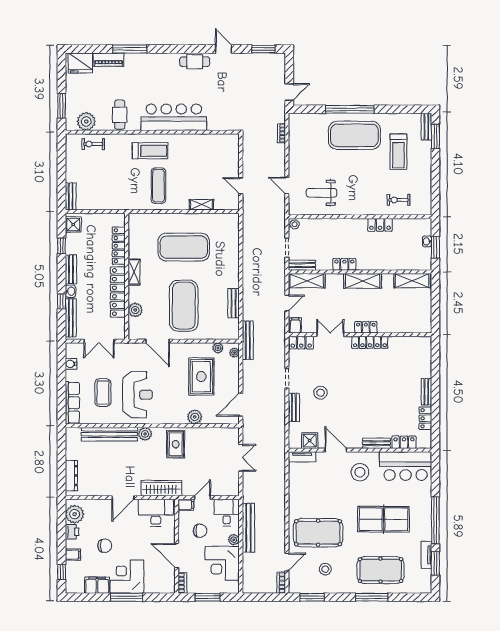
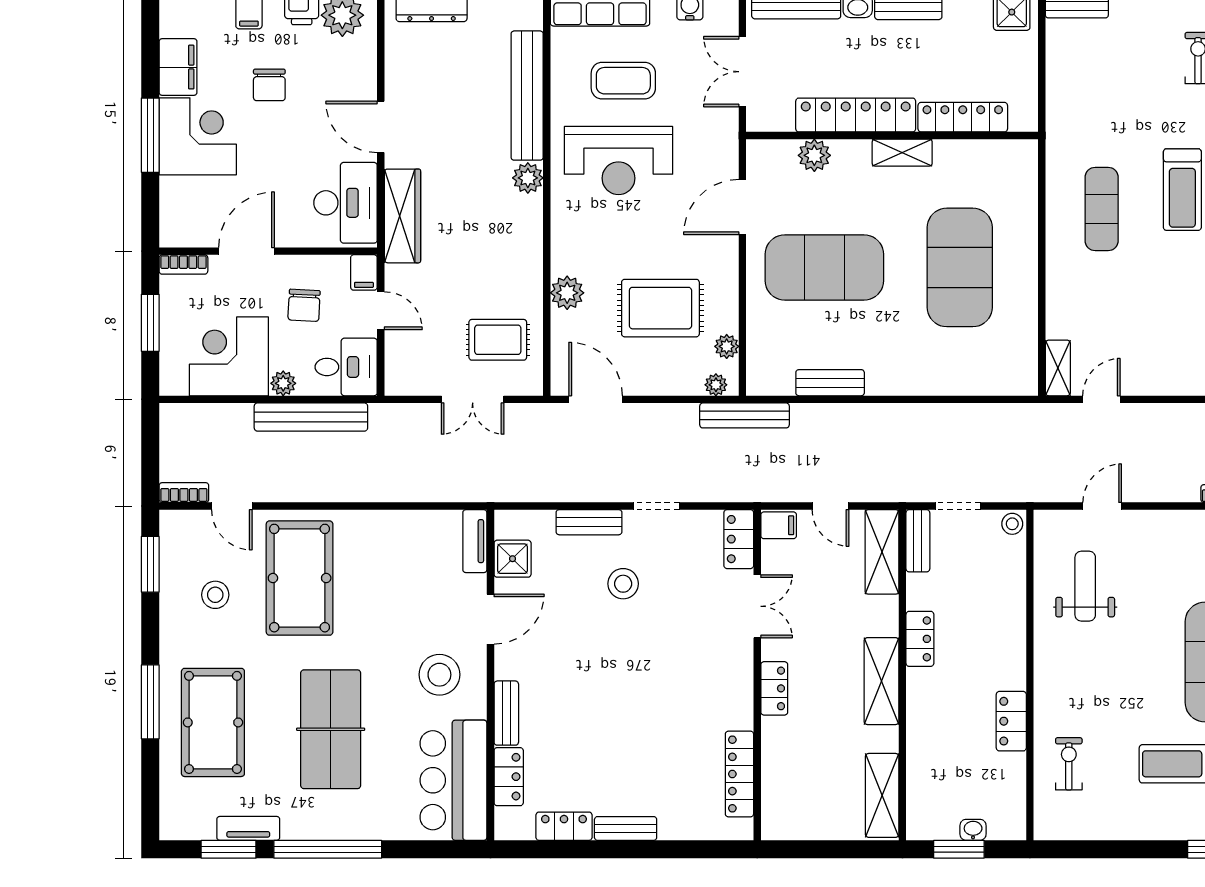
exercise mat: (158, 186) -> (1102, 209), turned 90
shelving: (201, 205) -> (1058, 368), moved
locker: (370, 342) -> (739, 774), moved
rug: (176, 444) -> (498, 340), moved

